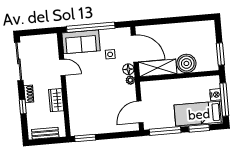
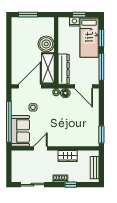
window: (220, 54) -> (28, 15), moved
sliding door: (19, 61) -> (32, 185), width x0.73
floor lamp: (128, 69) -> (65, 93), moved
dresser: (158, 87) -> (64, 69), added
window: (224, 99) -> (79, 15), width x0.46

